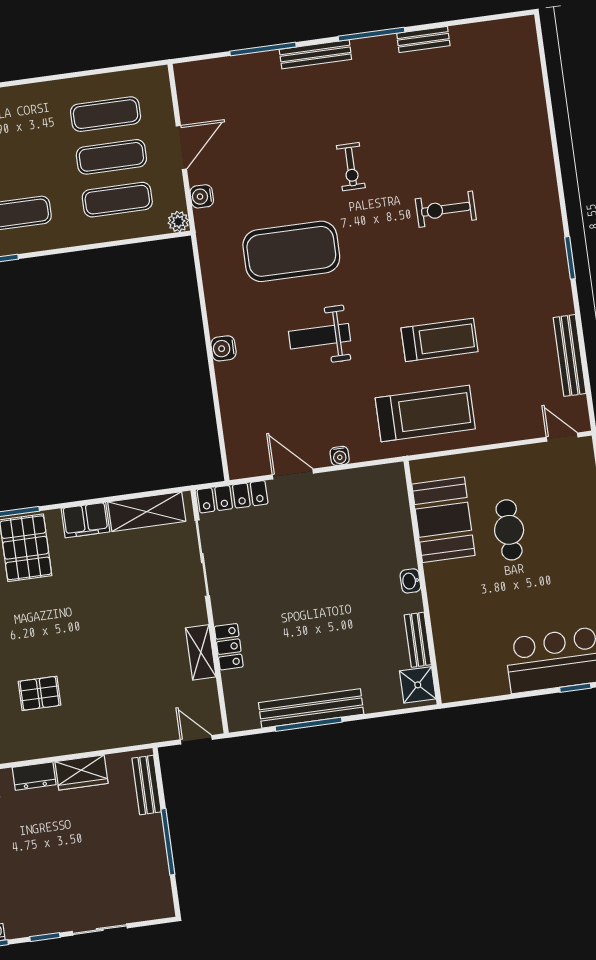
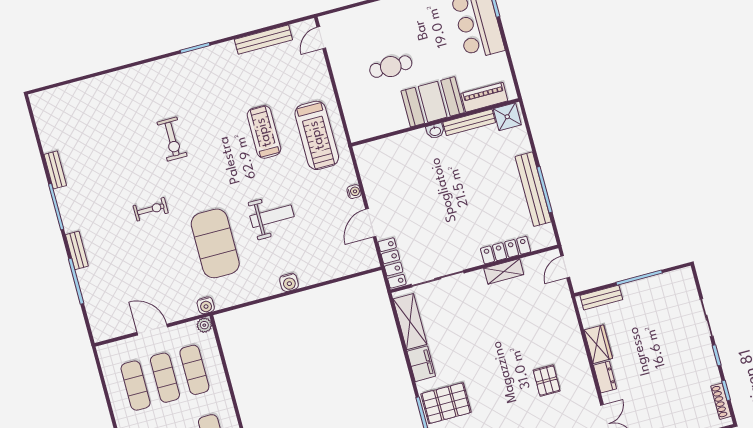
bench: (315, 54) -> (77, 250), width x0.73
water cooler: (202, 196) -> (206, 305), moved
weight bench: (319, 336) -> (272, 216), turned -90
treadmill: (425, 413) -> (317, 135), turned 180
booth: (443, 520) -> (433, 102), moved
bench: (418, 640) -> (469, 122), width x1.36
locker: (229, 647) -> (506, 250), width x1.53
piano: (449, 656) -> (484, 97), added

